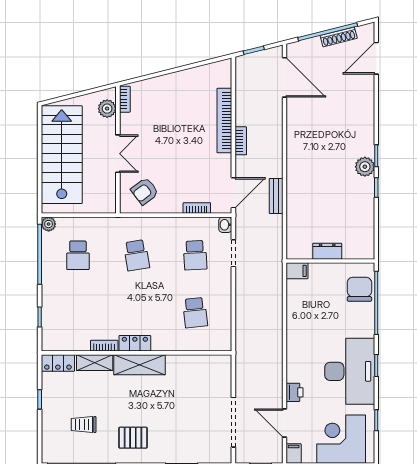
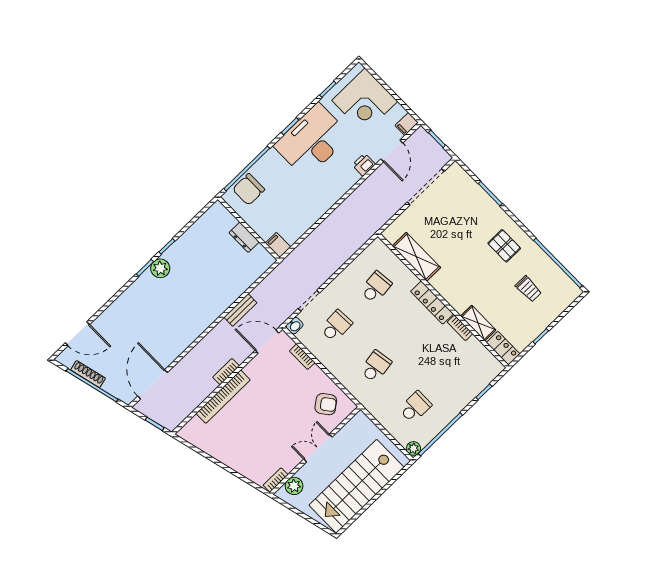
locker: (135, 343) -> (432, 303), width x1.53
shelving: (139, 365) -> (416, 257), moved

